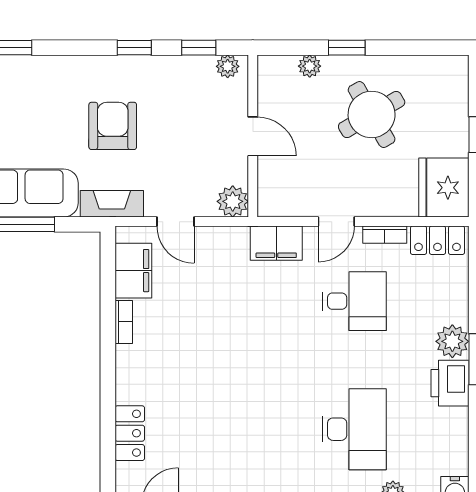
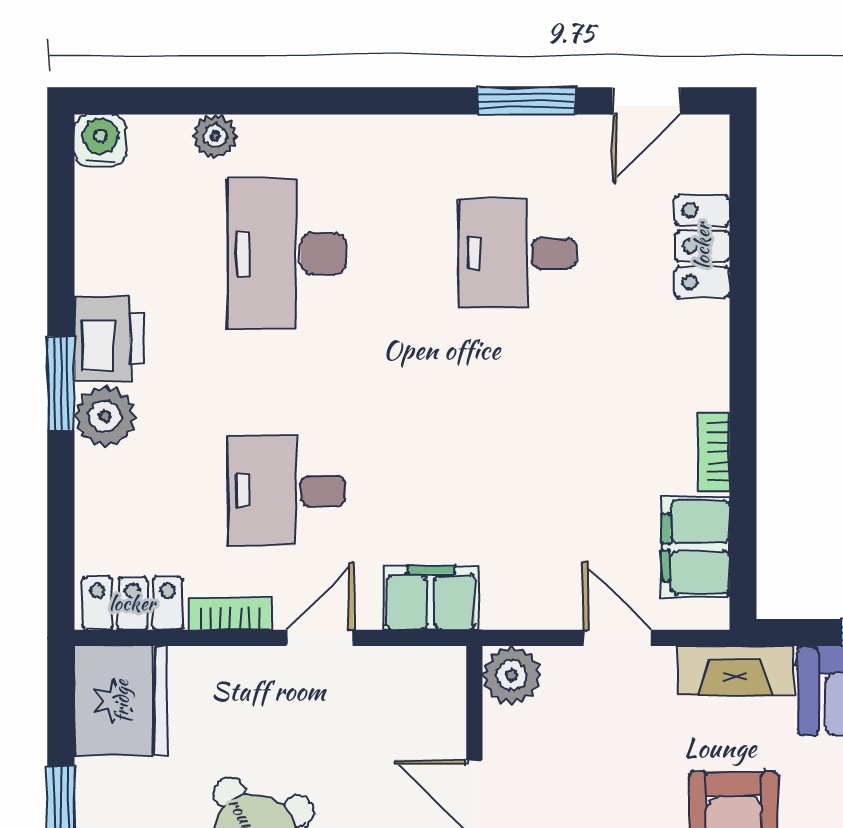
desk: (230, 429) -> (517, 254), added

